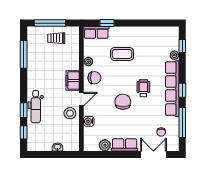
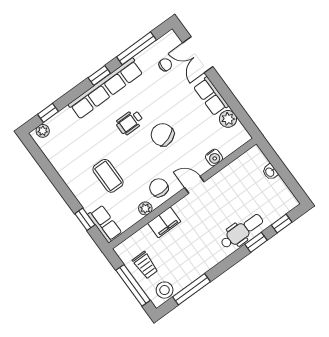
plant: (174, 55) -> (43, 131), moved
filing cabinet: (73, 81) -> (164, 222), moved
chair: (123, 102) -> (163, 135), turned 69
stool: (70, 113) -> (165, 290), moved

